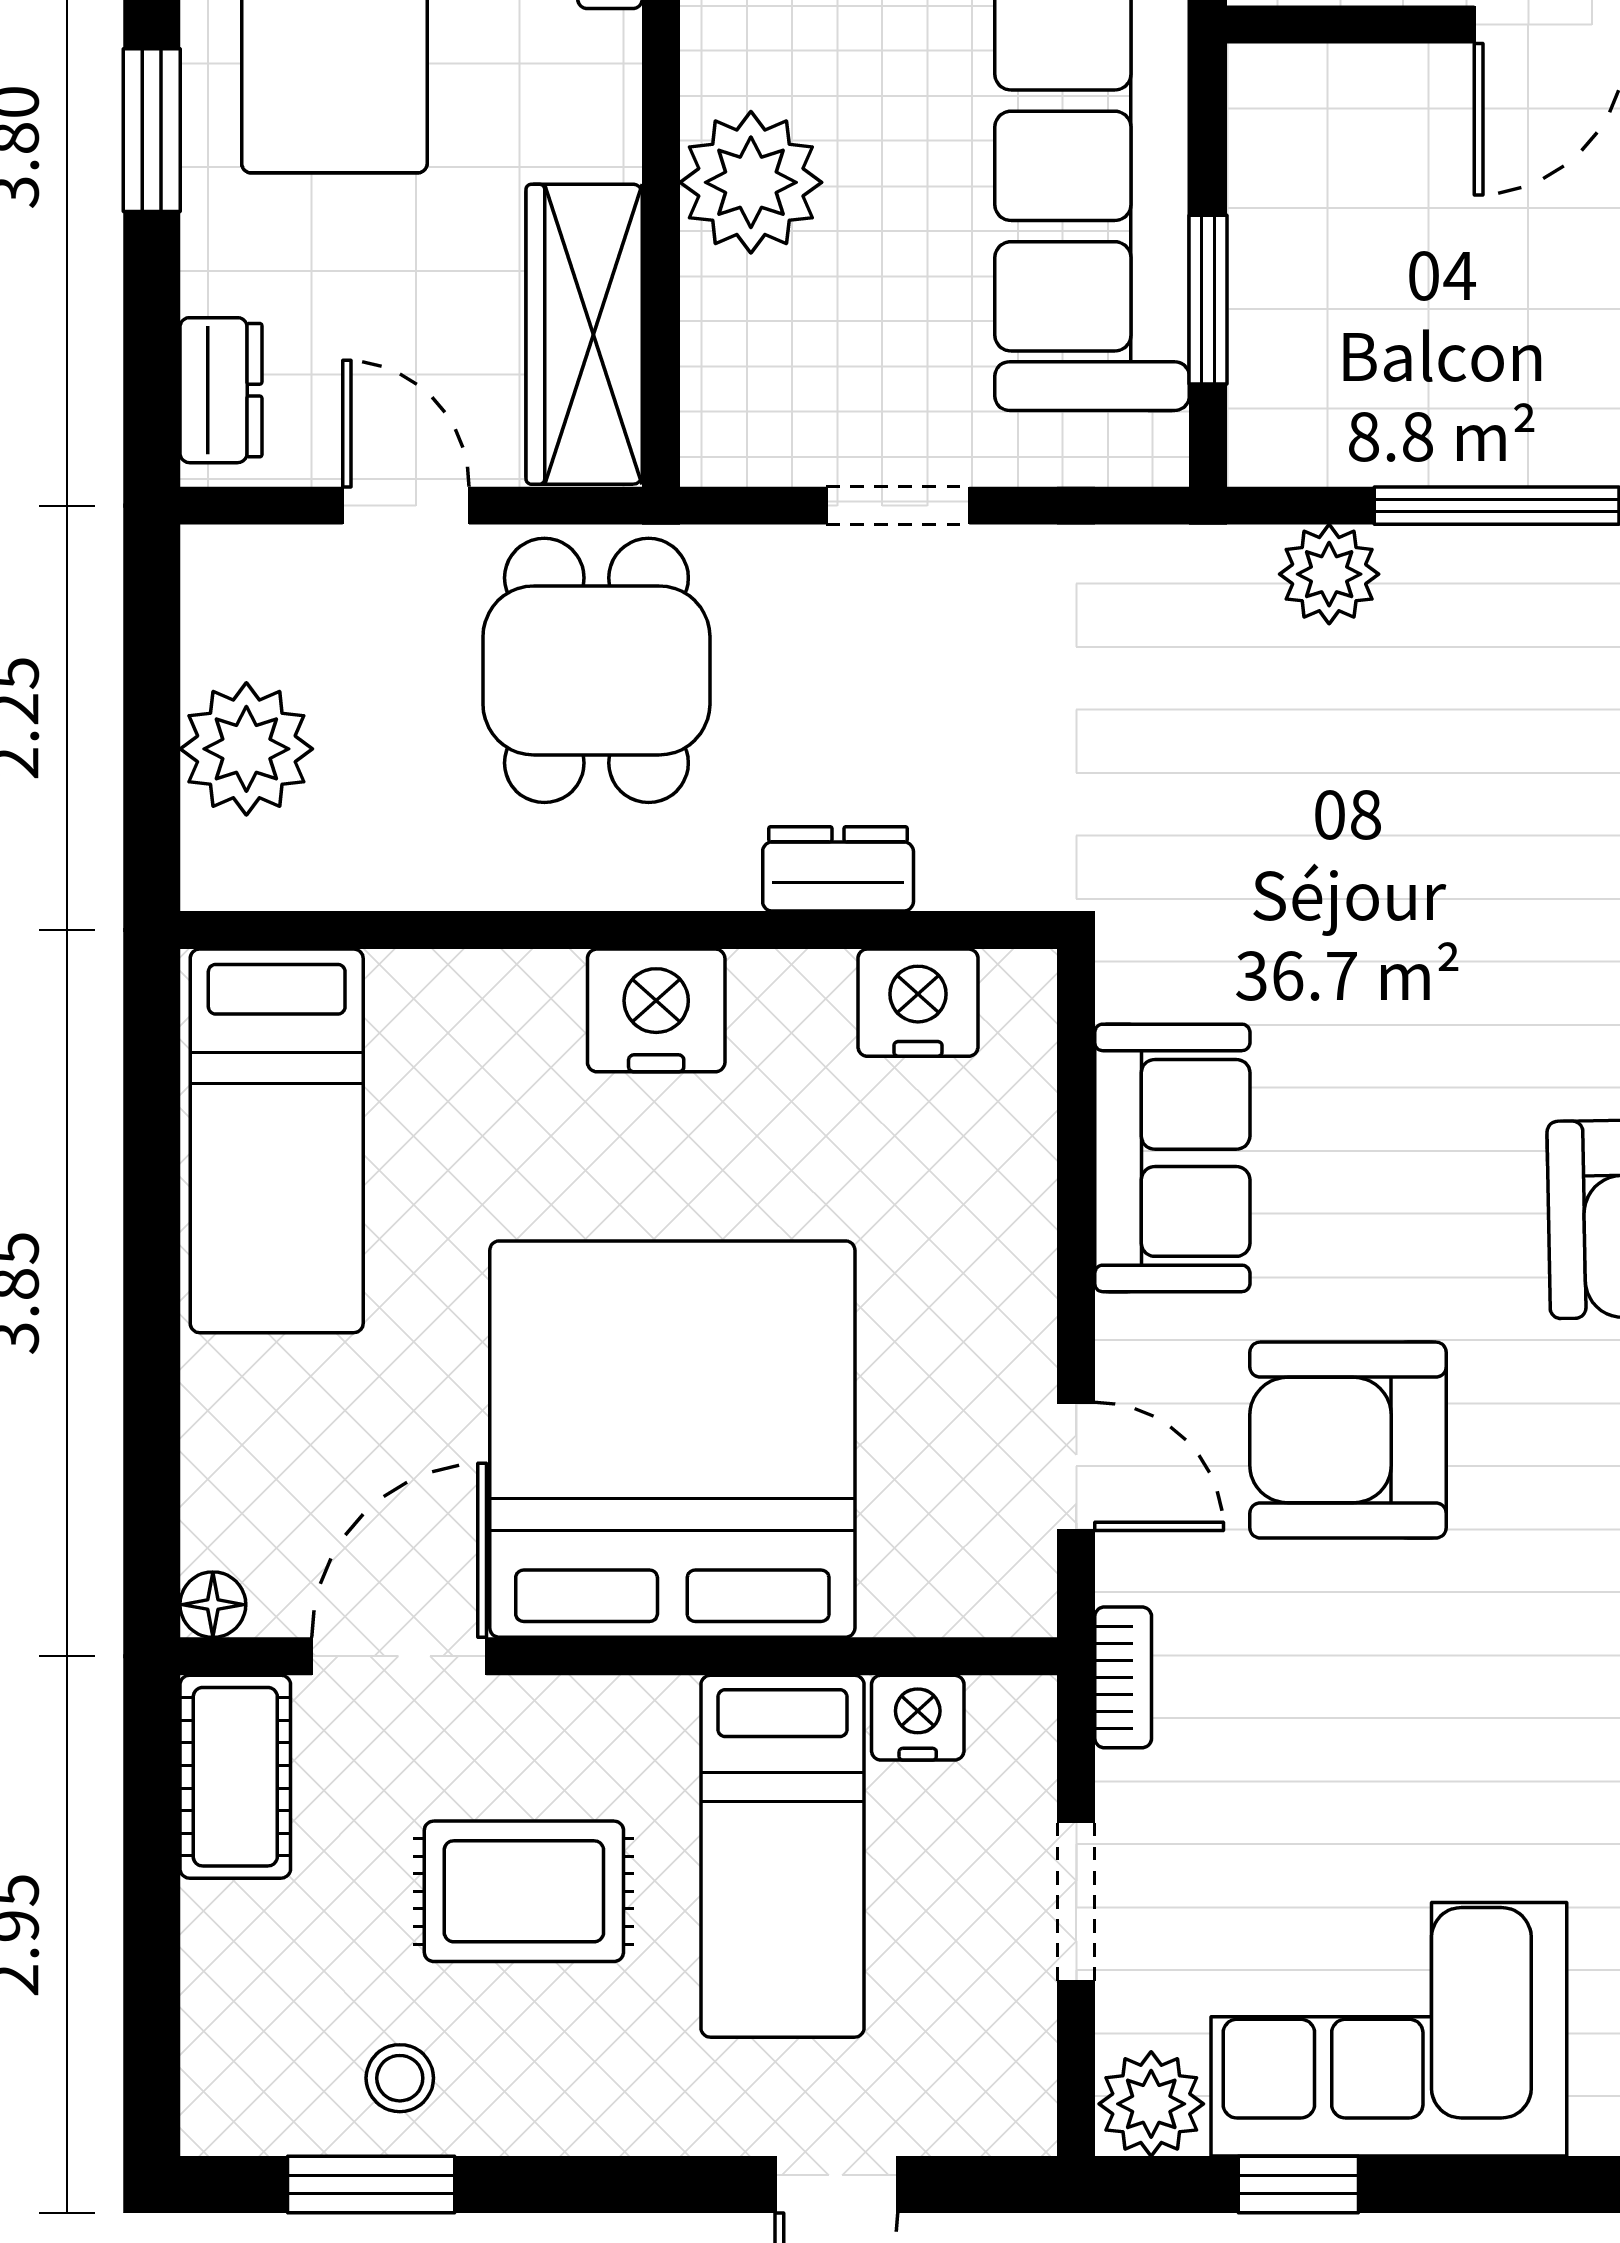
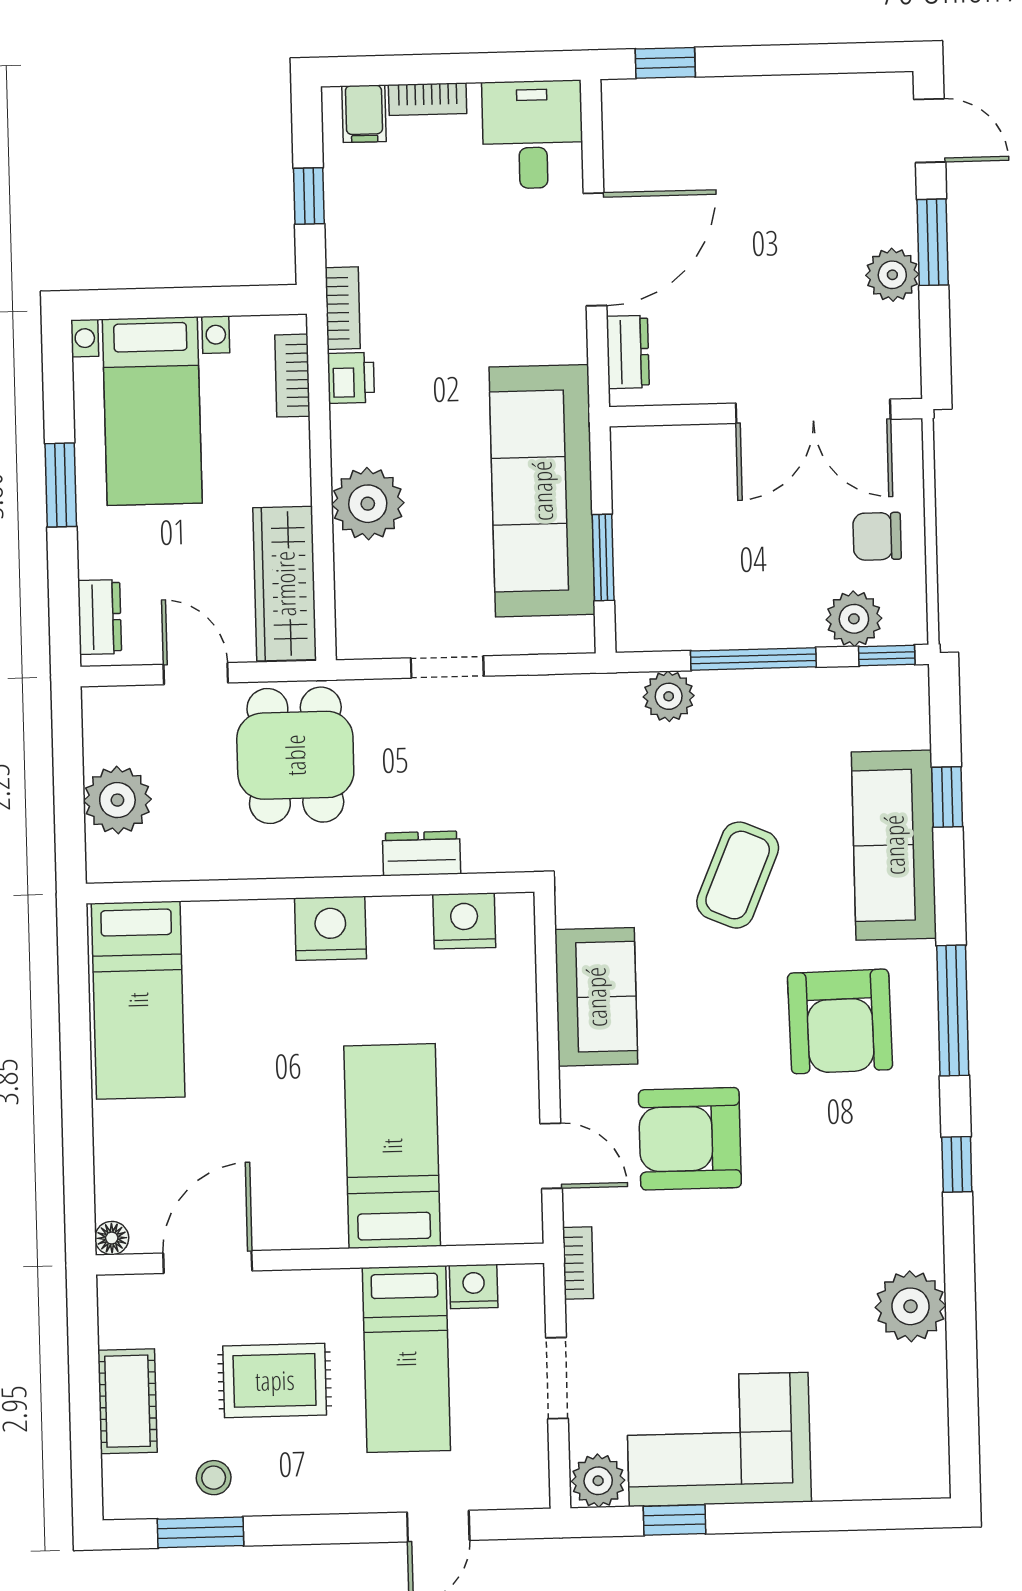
coffee table: (1455, 927) -> (738, 875), added
bed: (672, 1439) -> (392, 1146), width x0.49
cot: (235, 1777) -> (127, 1401), moved

